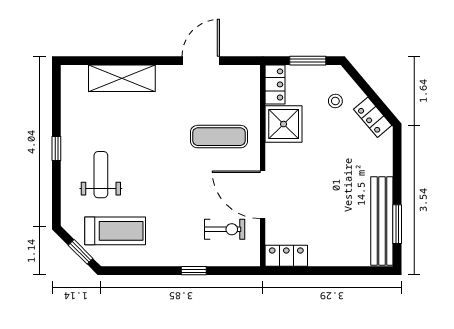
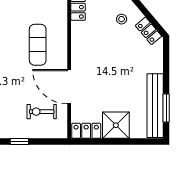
shower: (284, 124) -> (116, 125), moved
exercise mat: (219, 137) -> (38, 45), turned 90
exercise bike: (225, 229) -> (42, 112), turned 180

